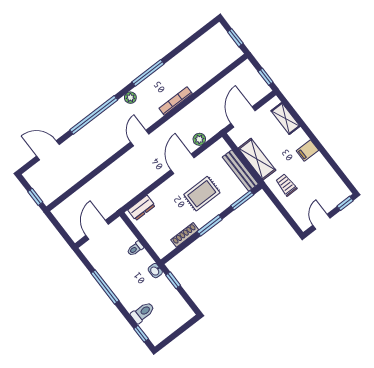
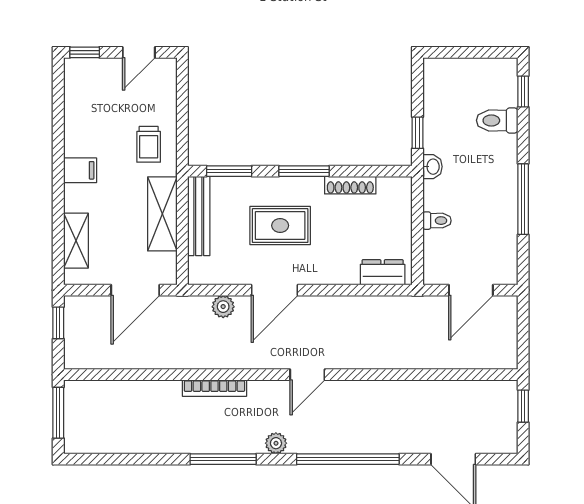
window: (235, 38) -> (58, 413), width x1.50

